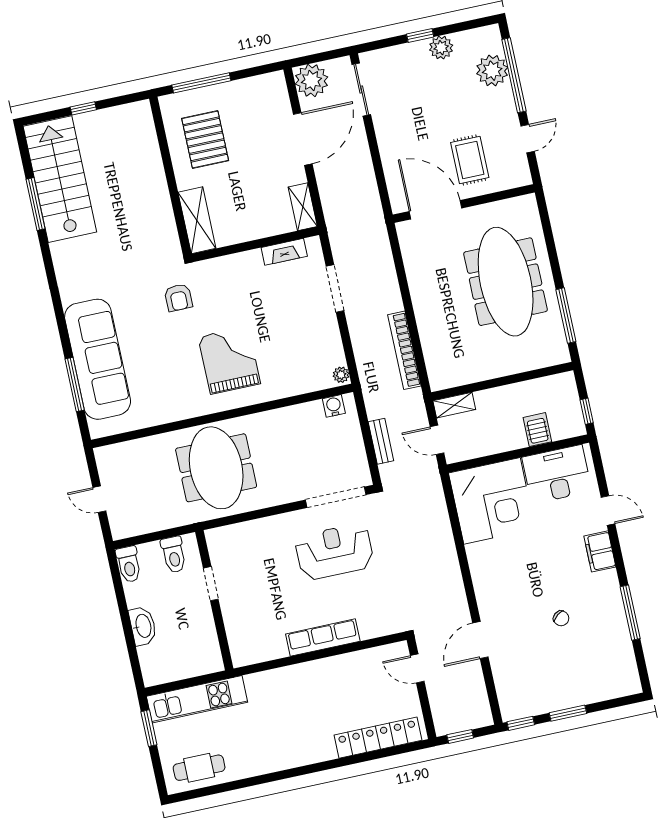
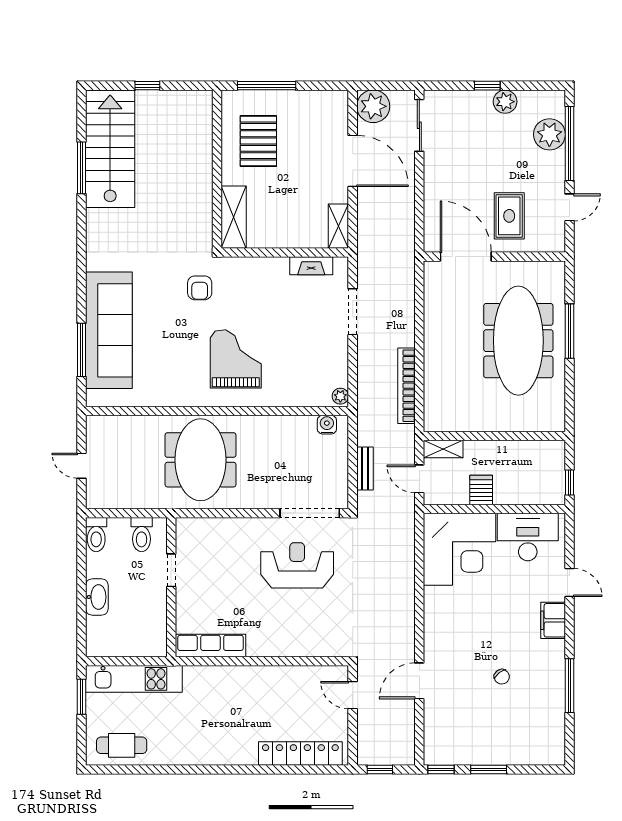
door: (303, 139) -> (353, 161), hinge flipped
window: (566, 316) -> (569, 331), moved
server rack: (537, 430) -> (481, 490), moved
row of seats: (323, 638) -> (210, 646), moved

